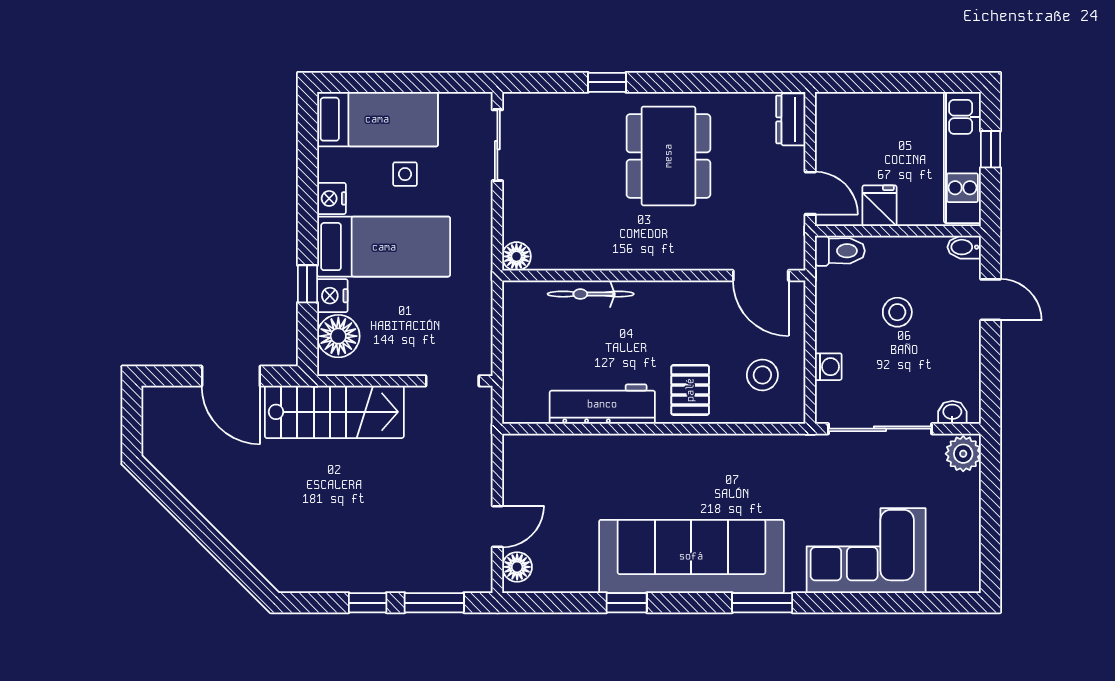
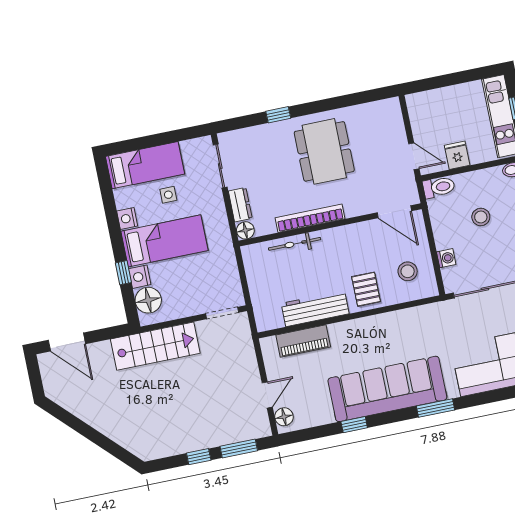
dresser: (791, 119) -> (240, 205), moved, turned 180
bookcase: (624, 258) -> (310, 218), added
door: (231, 376) -> (67, 342), moved
piano: (573, 452) -> (303, 341), added

